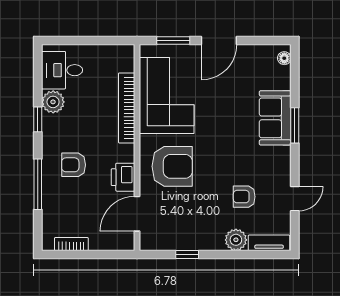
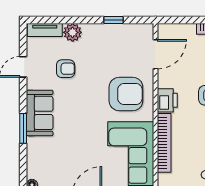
sofa: (275, 118) -> (40, 113), moved
armchair: (172, 166) -> (126, 94), turned 180
printer: (123, 177) -> (167, 100), moved

